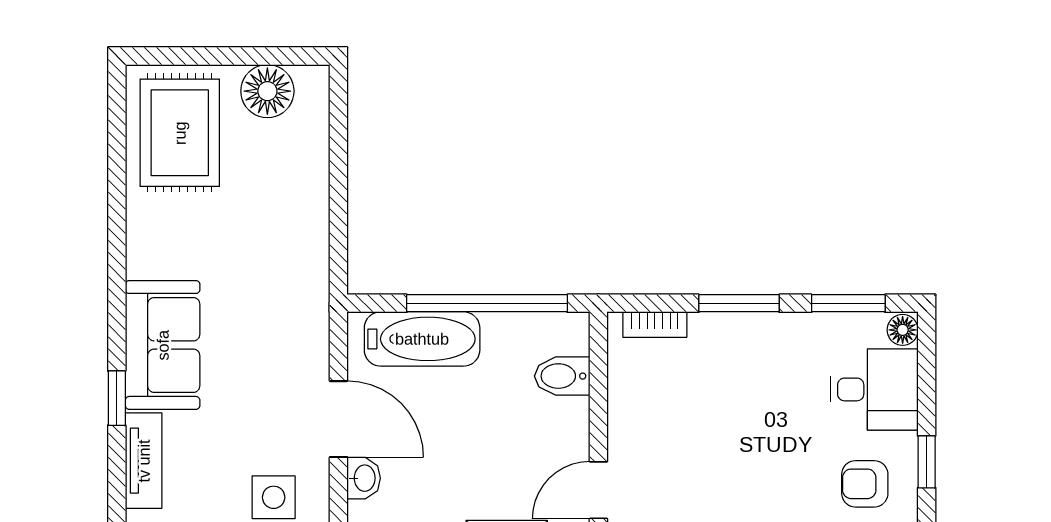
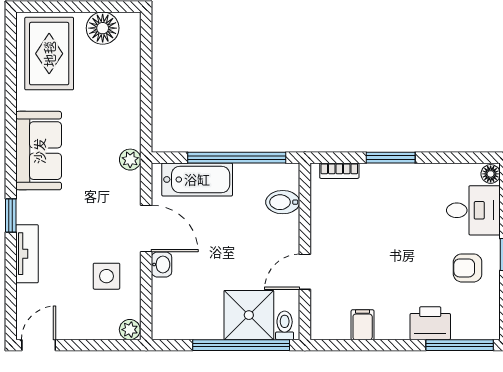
window: (848, 303) -> (457, 158), removed
plant: (312, 306) -> (130, 160), added
sofa: (163, 345) -> (39, 151), moved

